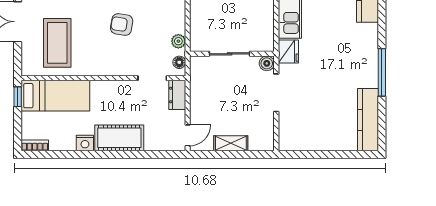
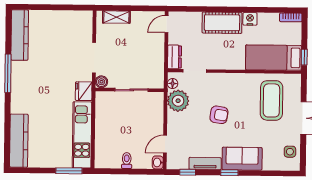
plant: (178, 41) -> (178, 101), width x1.87, depth x1.87
shelving: (231, 143) -> (116, 17), moved

